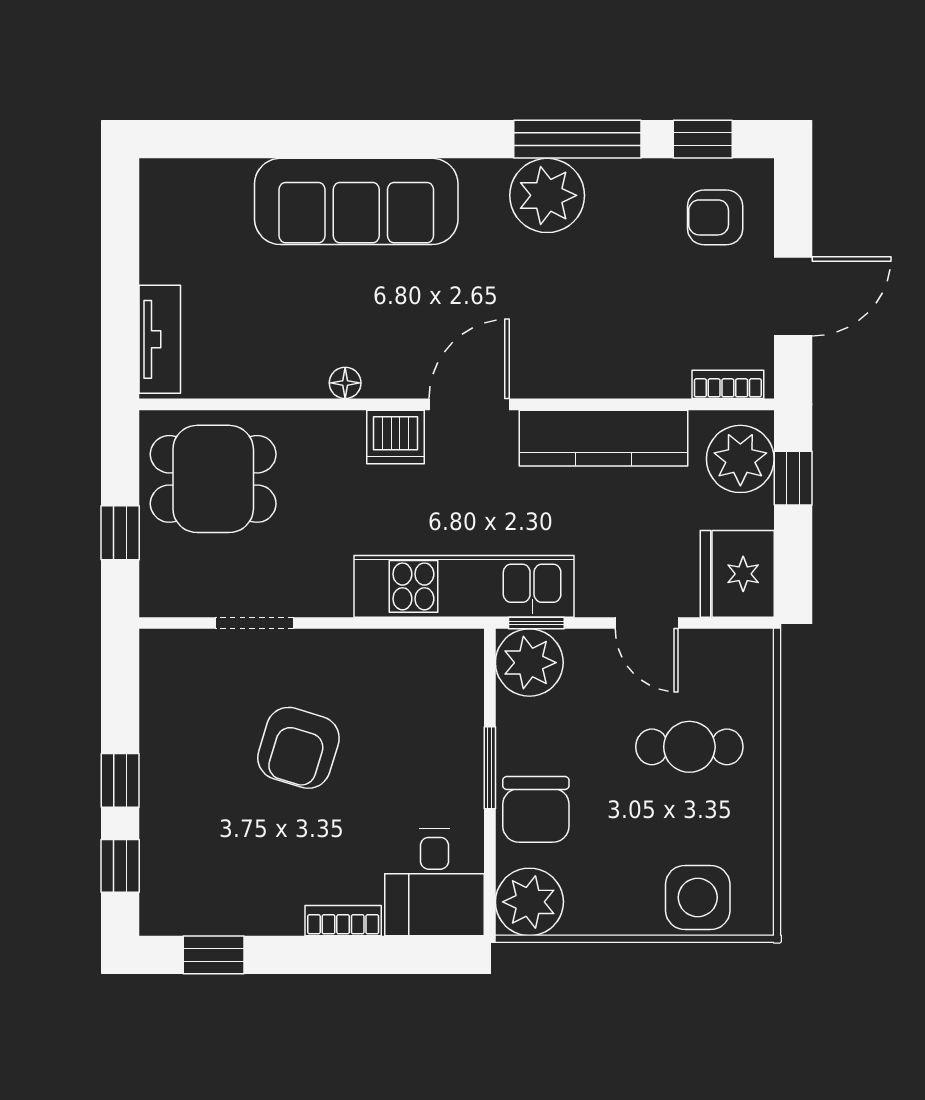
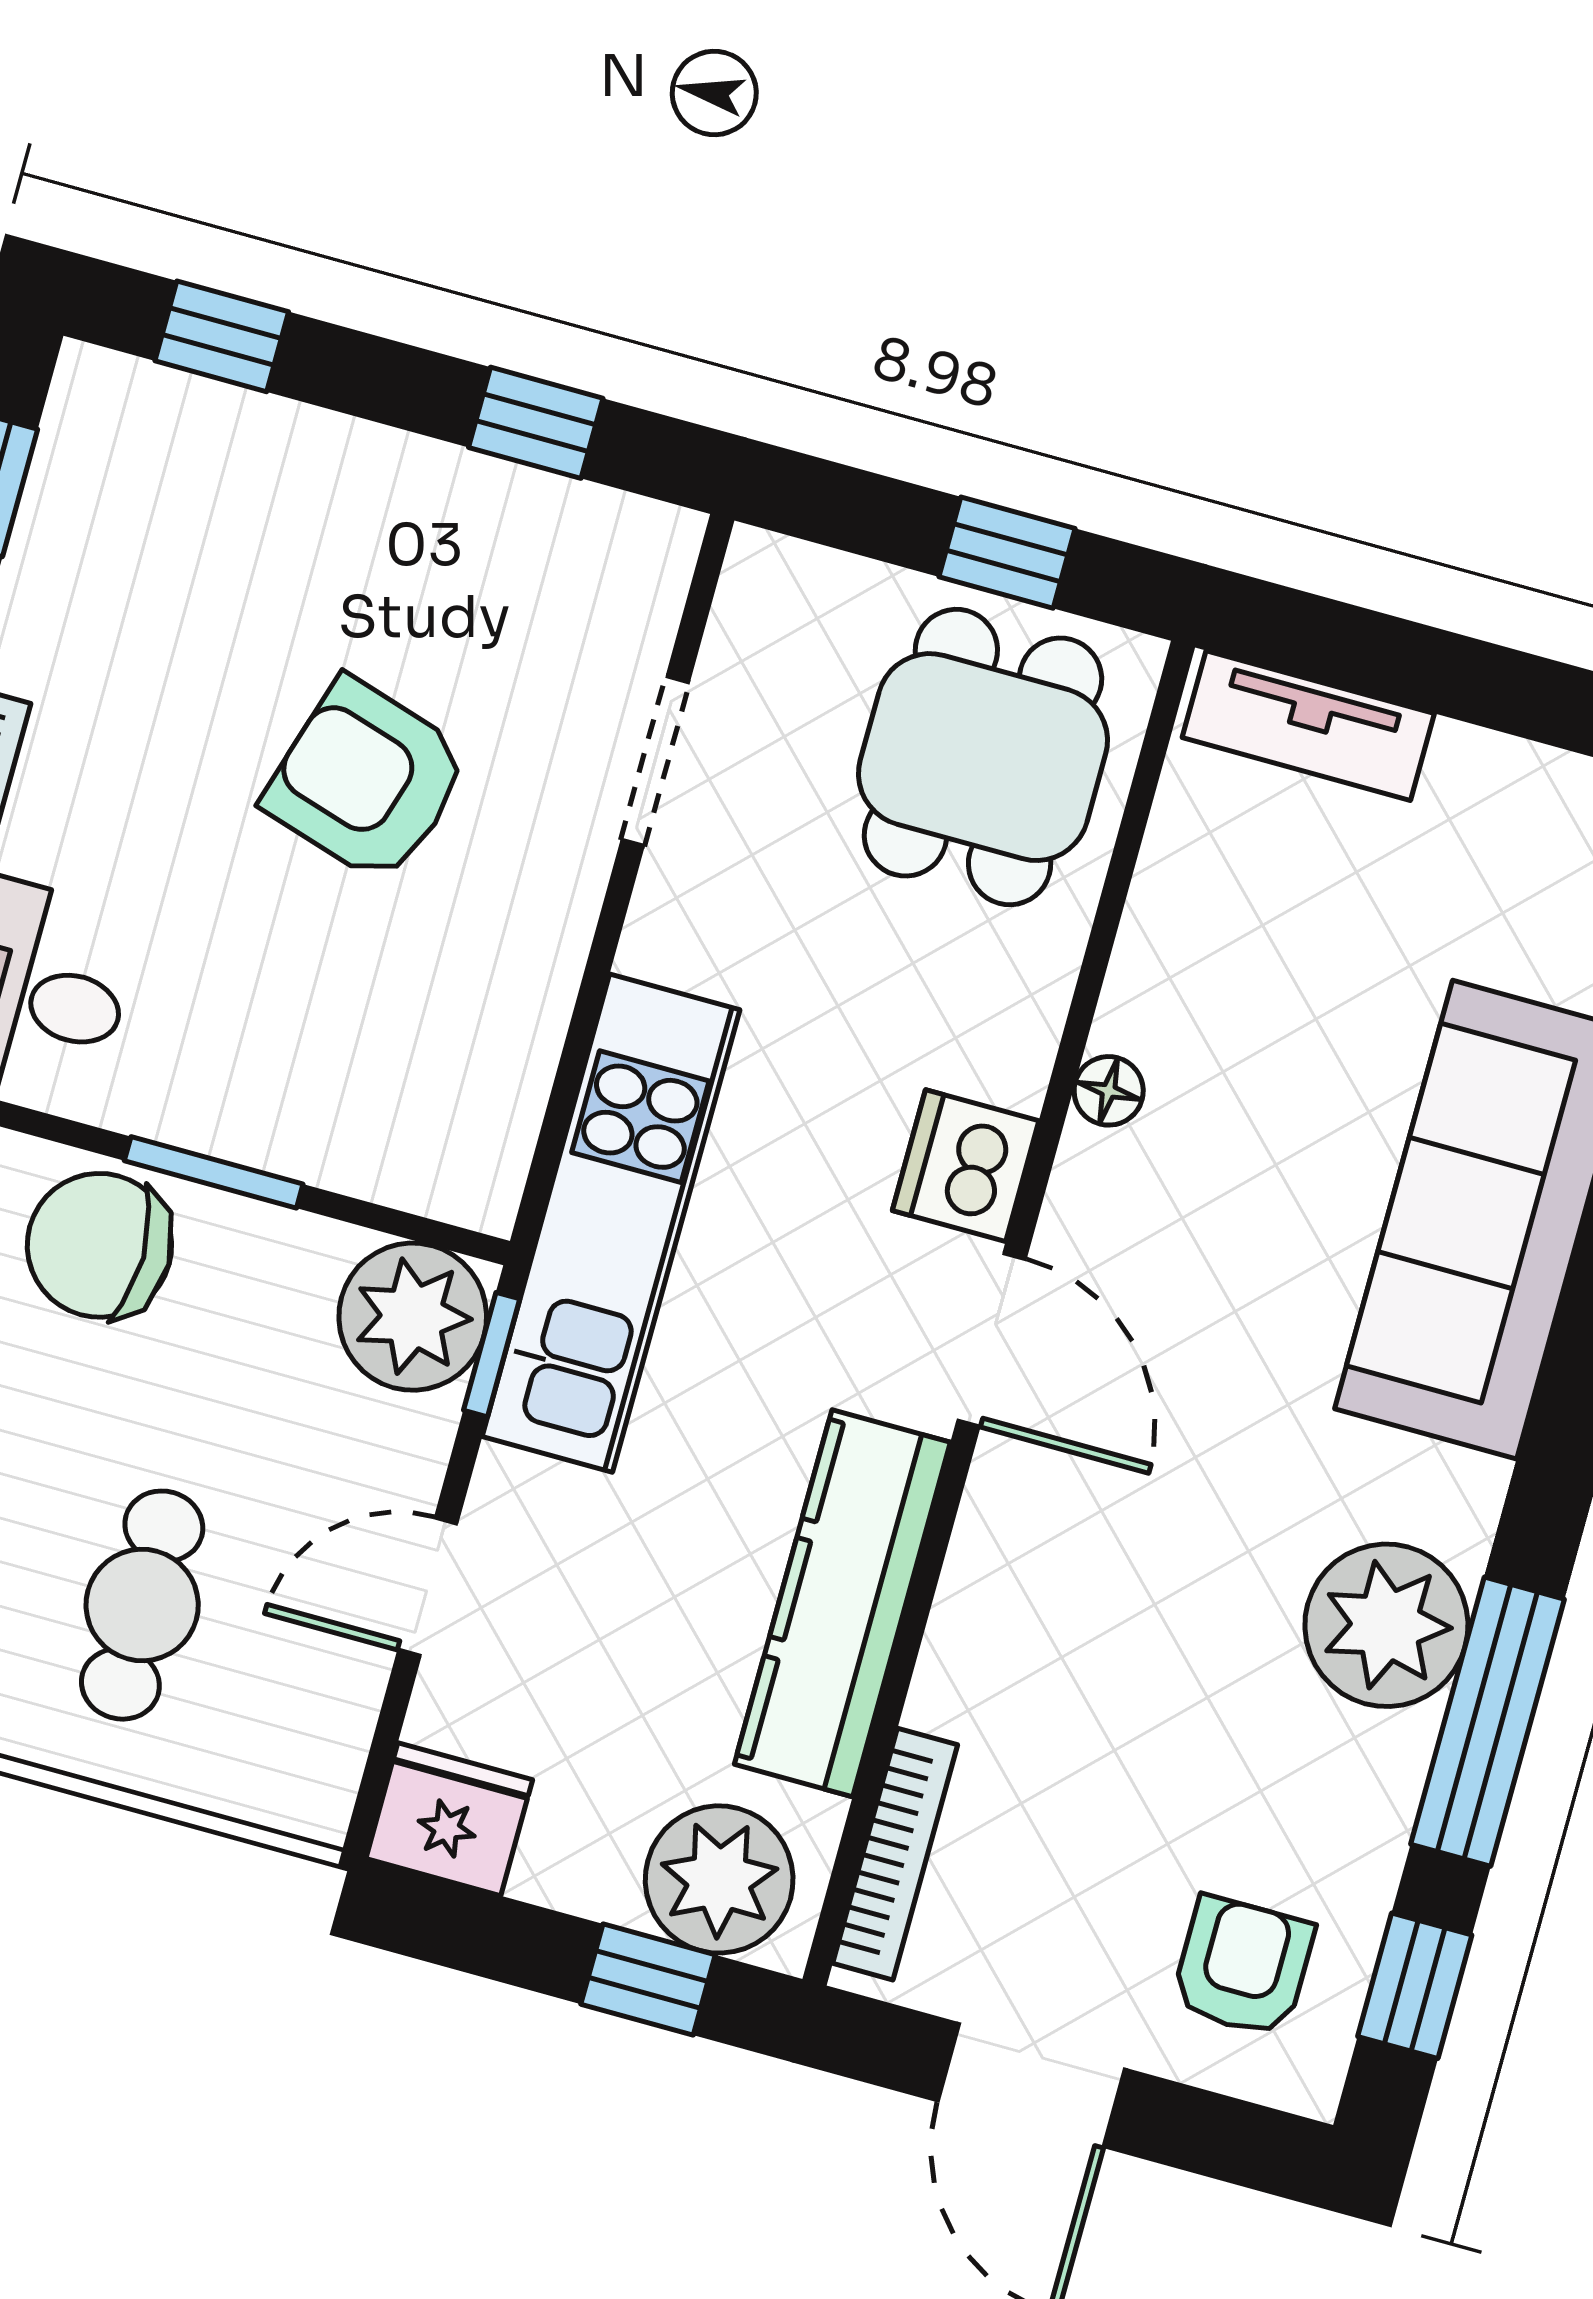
bookcase: (728, 384) -> (895, 1854), width x1.56
window: (120, 533) -> (1007, 553), moved
fridge: (737, 574) -> (449, 1819), width x0.73, depth x0.75
window: (120, 780) -> (536, 423), moved

